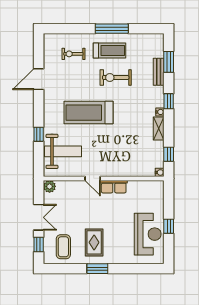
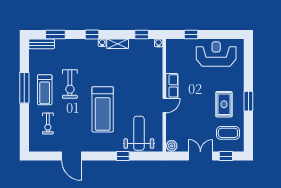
treadmill: (109, 51) -> (45, 90), turned 180
bench: (159, 72) -> (42, 44), moved
window: (169, 226) -> (191, 35), moved
rug: (94, 242) -> (224, 104), turned 90

